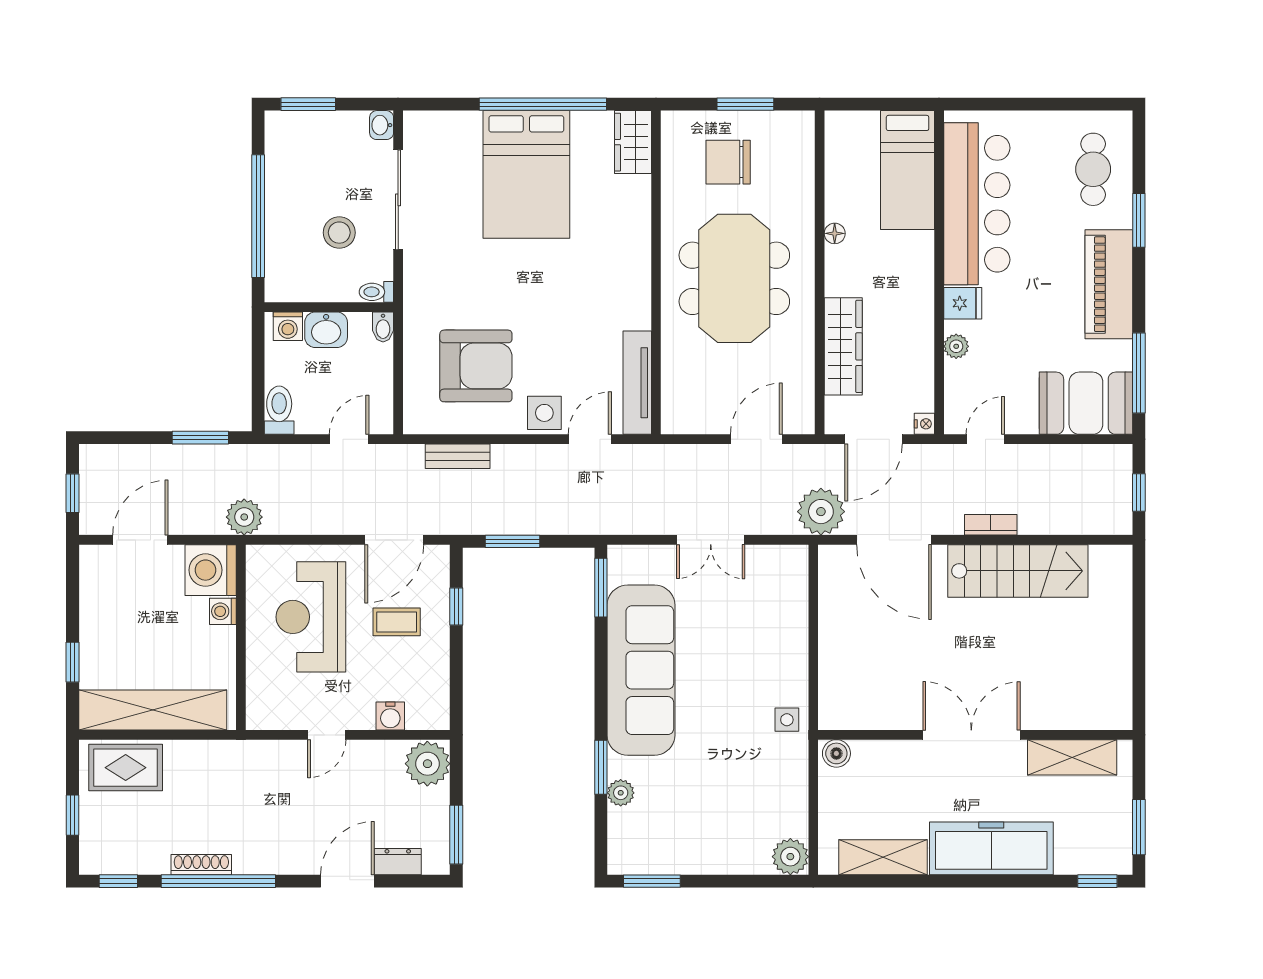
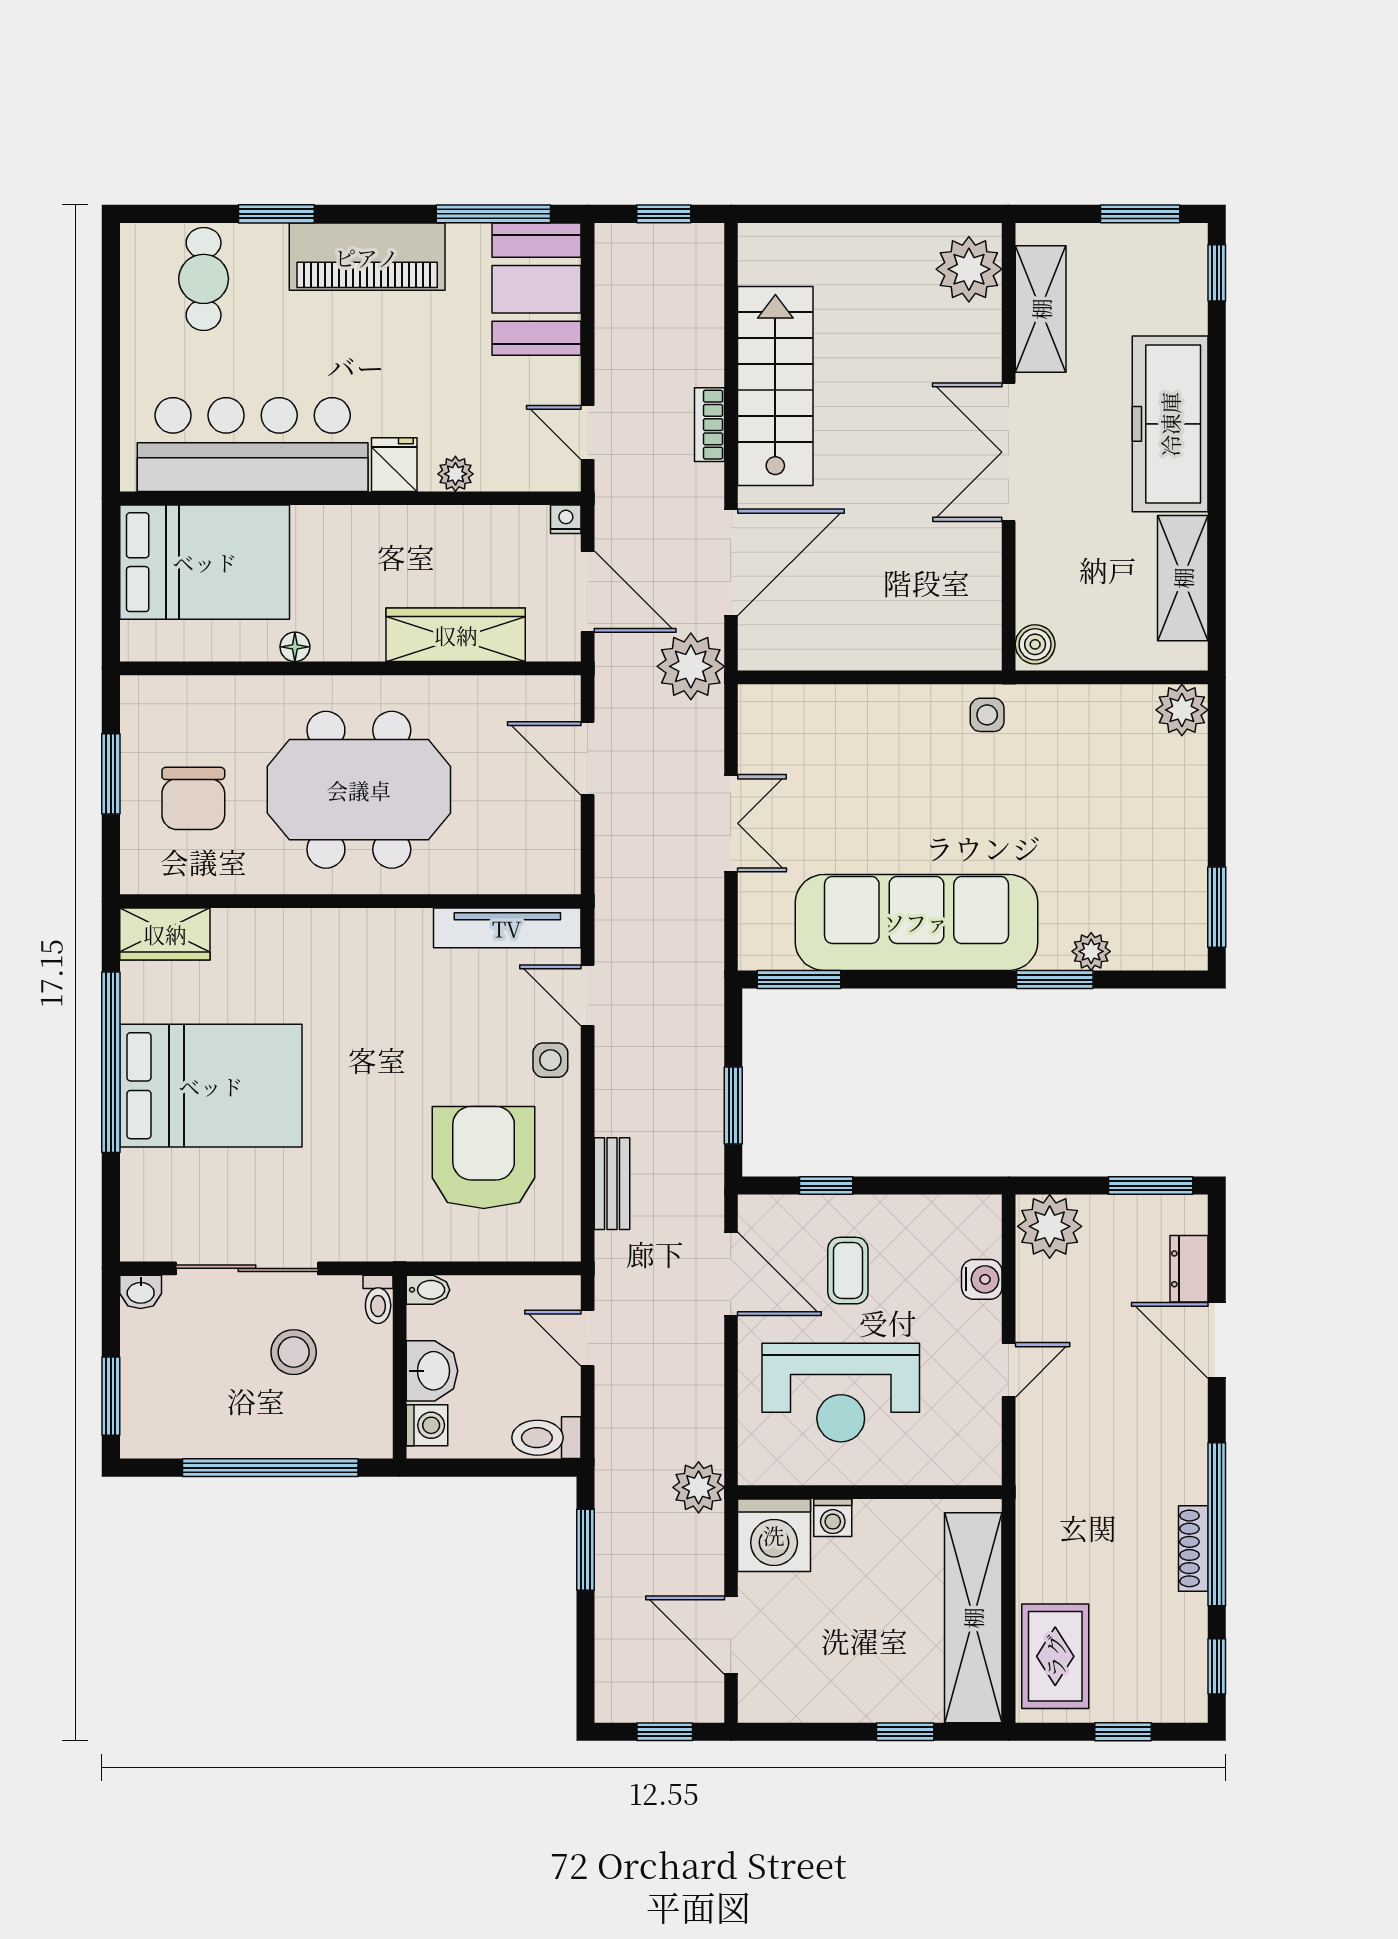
cafe table: (1093, 169) -> (204, 279), turned 90
bed: (908, 170) -> (205, 562), width x1.50
side table: (544, 413) -> (550, 1060), width x0.73, depth x0.73
plant: (1100, 707) -> (969, 269), added
door: (327, 735) -> (1009, 1370), hinge flipped

